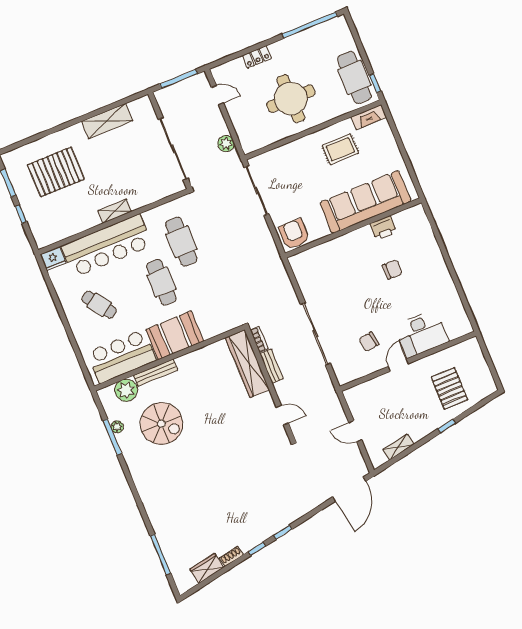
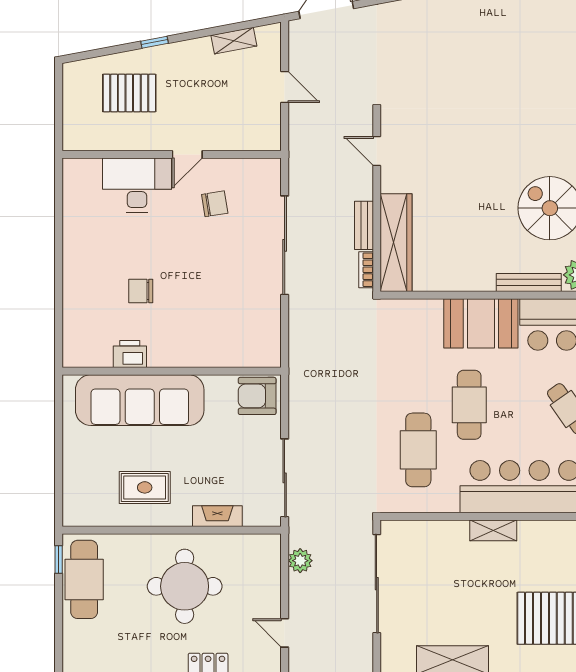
fireplace: (369, 117) -> (217, 516), moved
armchair: (294, 234) -> (257, 396), turned 90
pallet: (449, 388) -> (129, 93), turned 90

